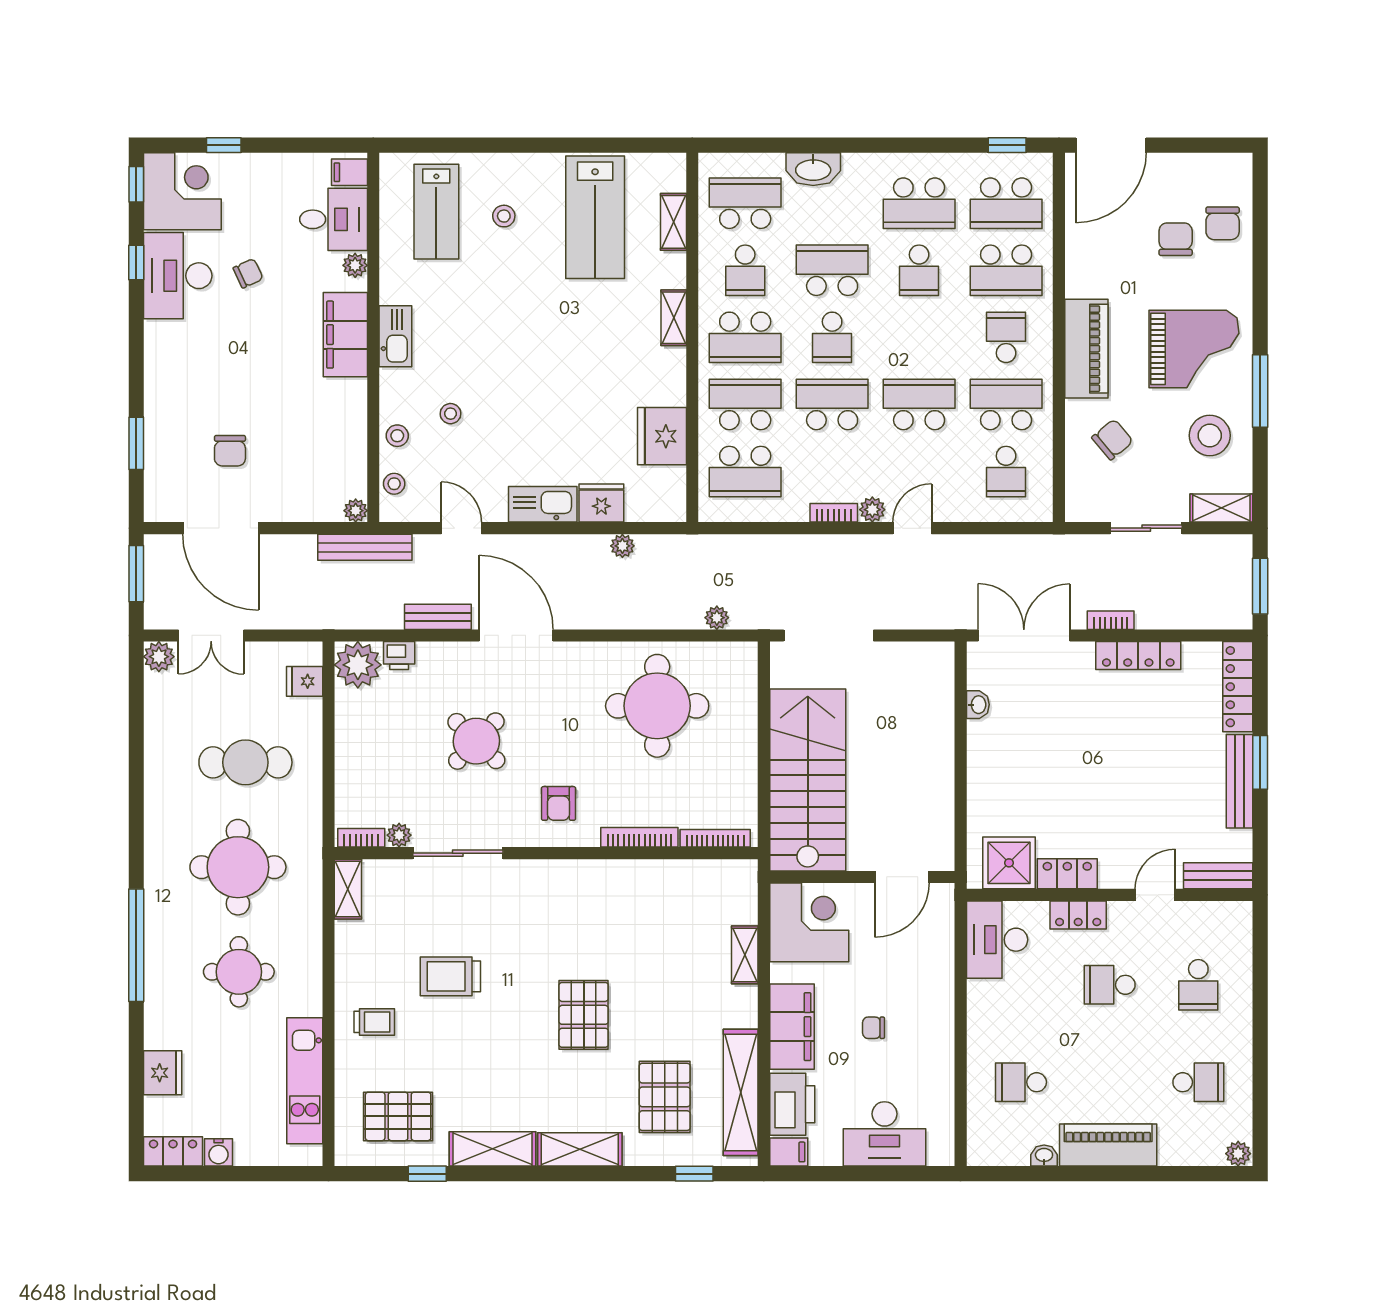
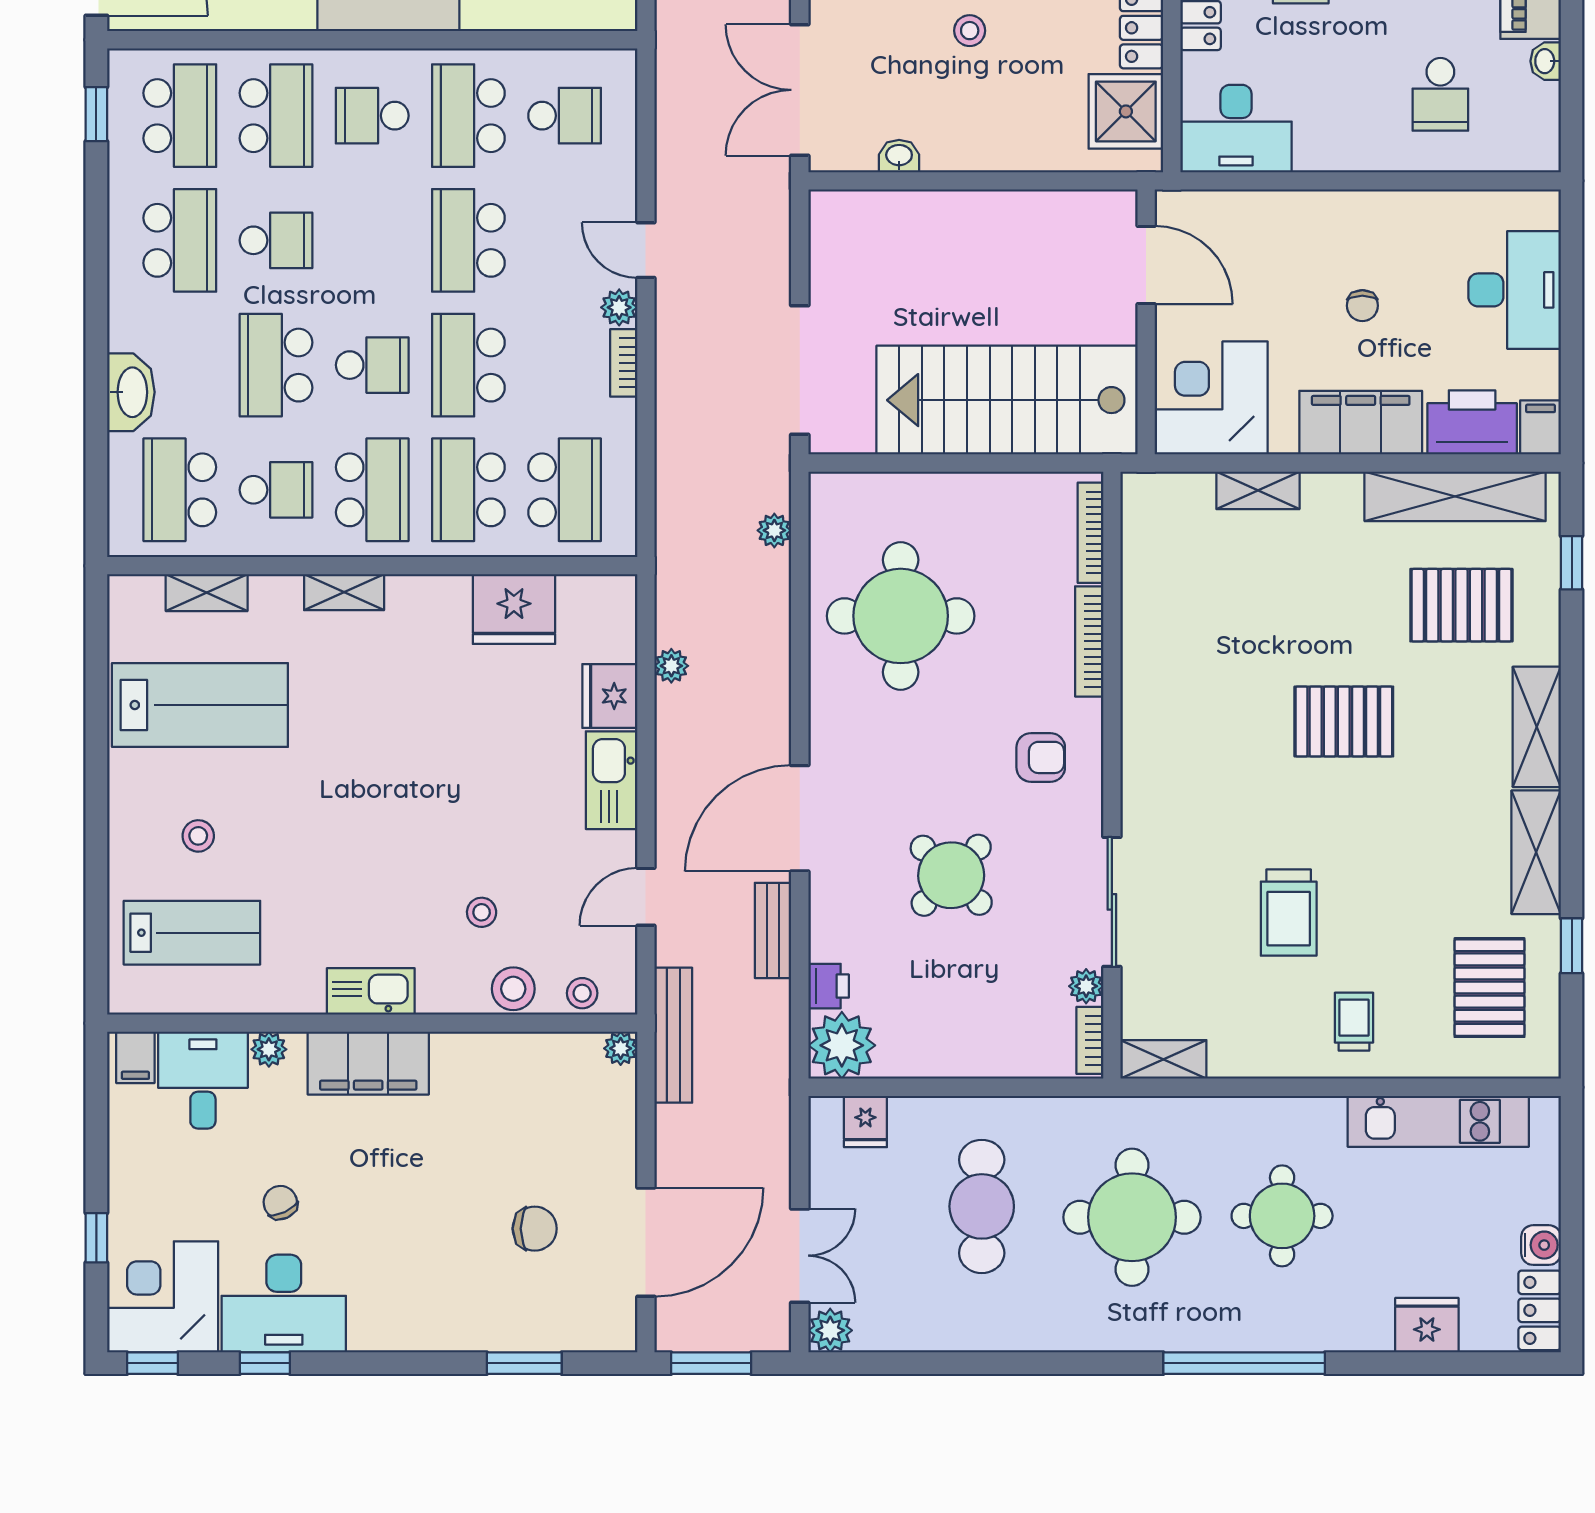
stool: (397, 436) -> (513, 989), width x1.37, depth x1.37
stool: (1065, 754) -> (970, 31), added

